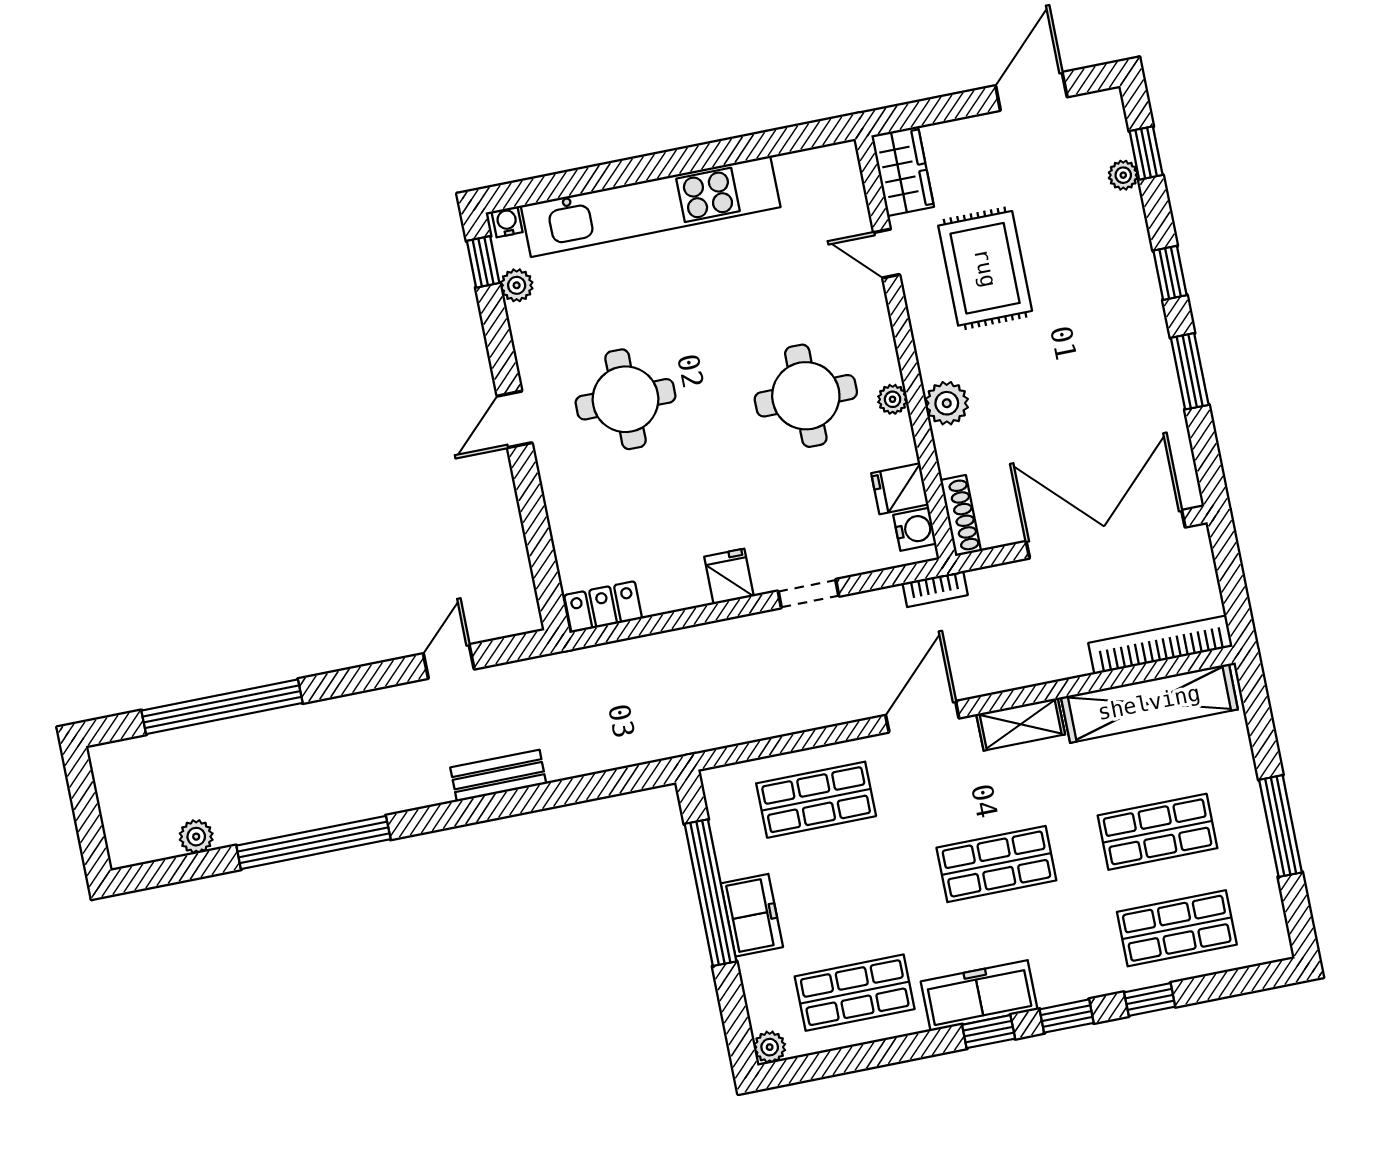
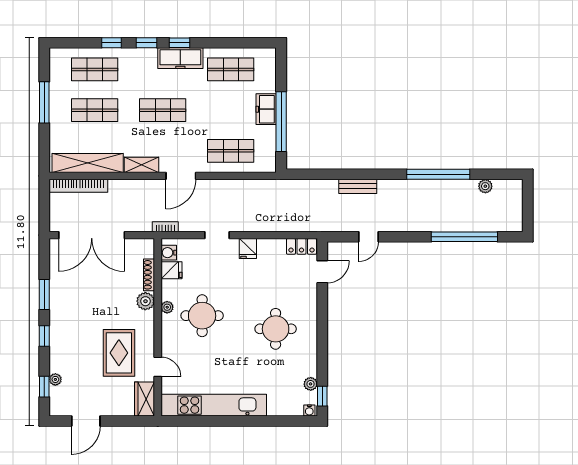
kitchen unit: (651, 206) -> (214, 405), moved
door: (515, 419) -> (322, 272), moved
shoe rack: (961, 516) -> (149, 275), moved
plant: (770, 1047) -> (270, 54), removed

